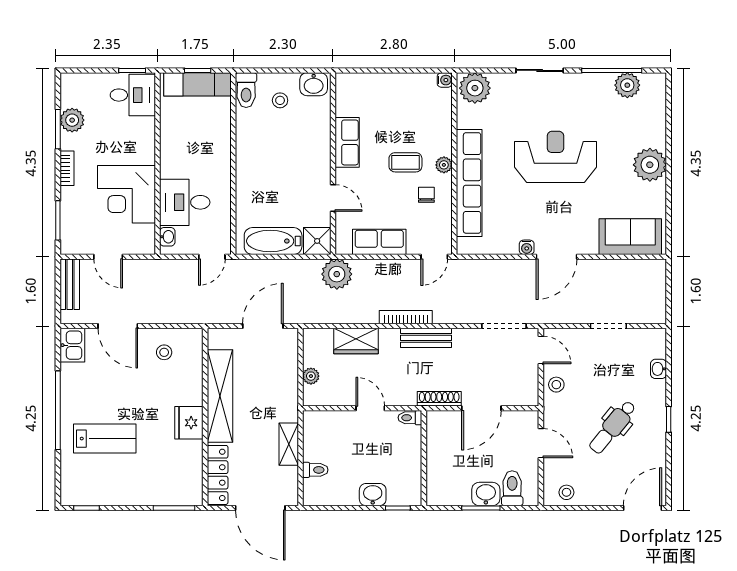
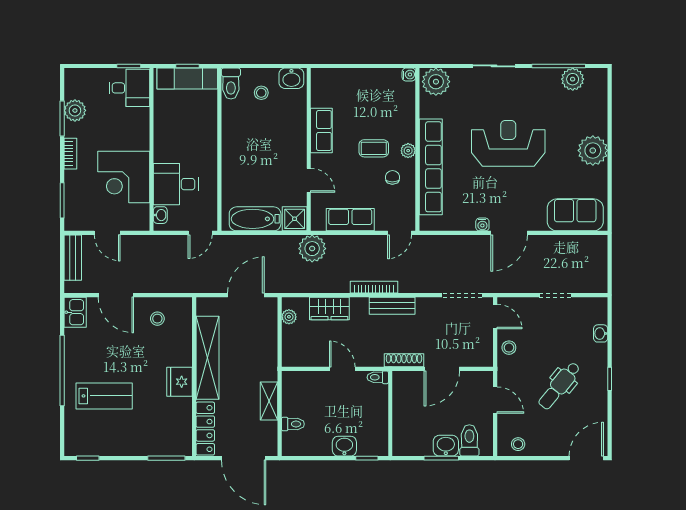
plant: (311, 376) -> (289, 317), moved

